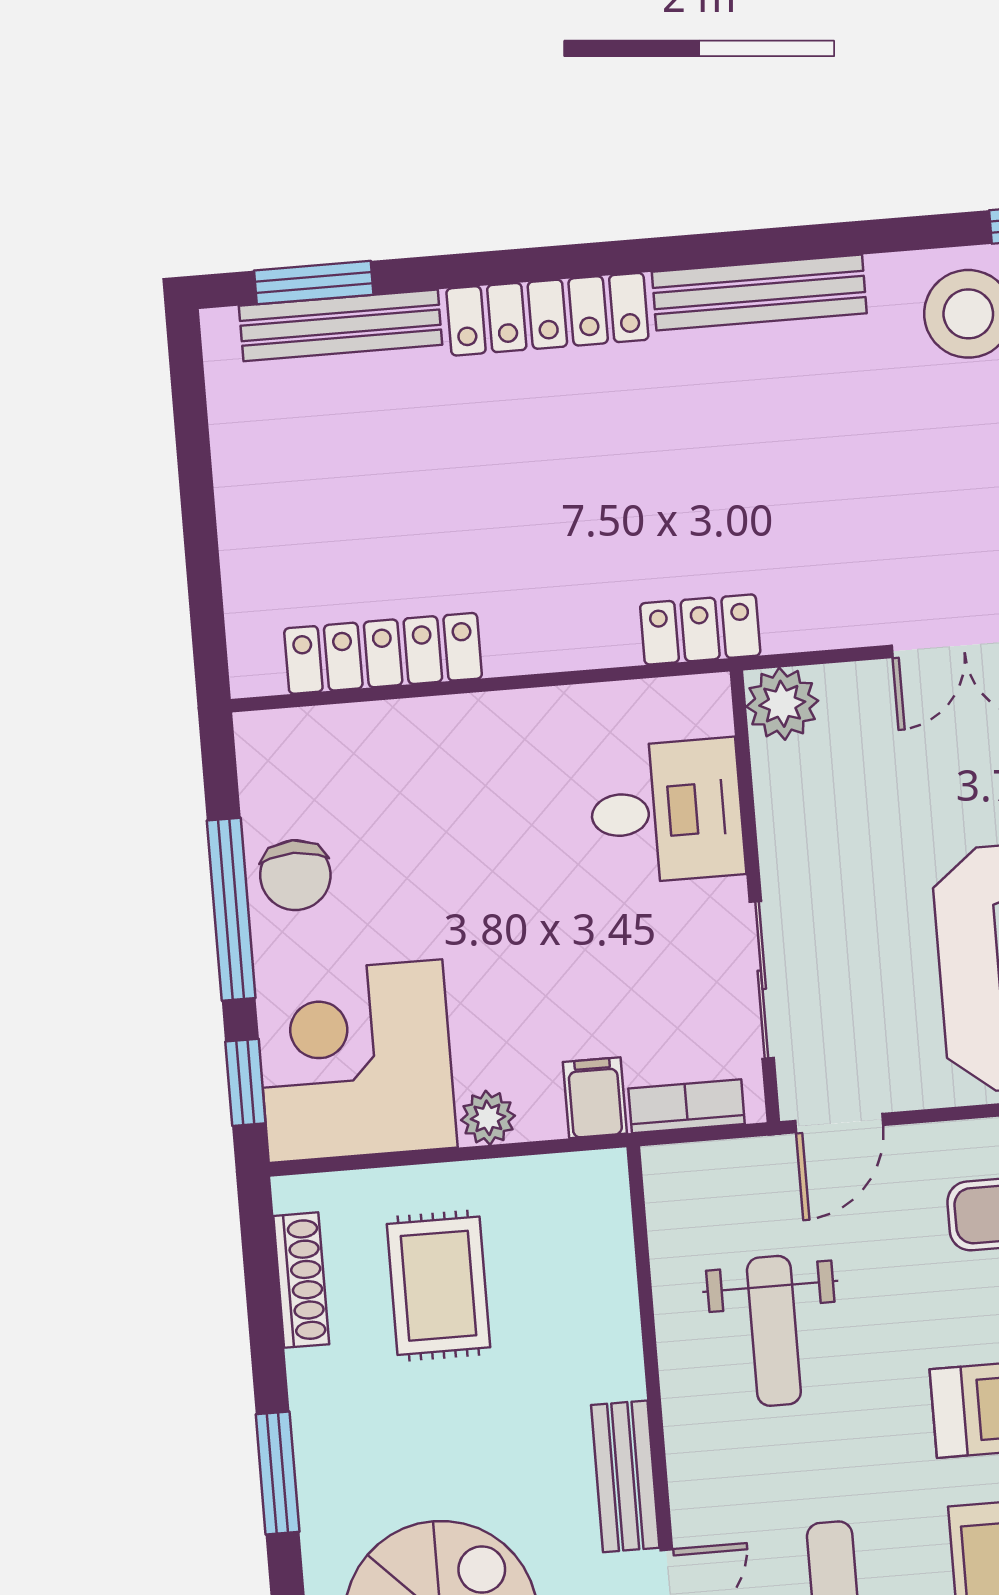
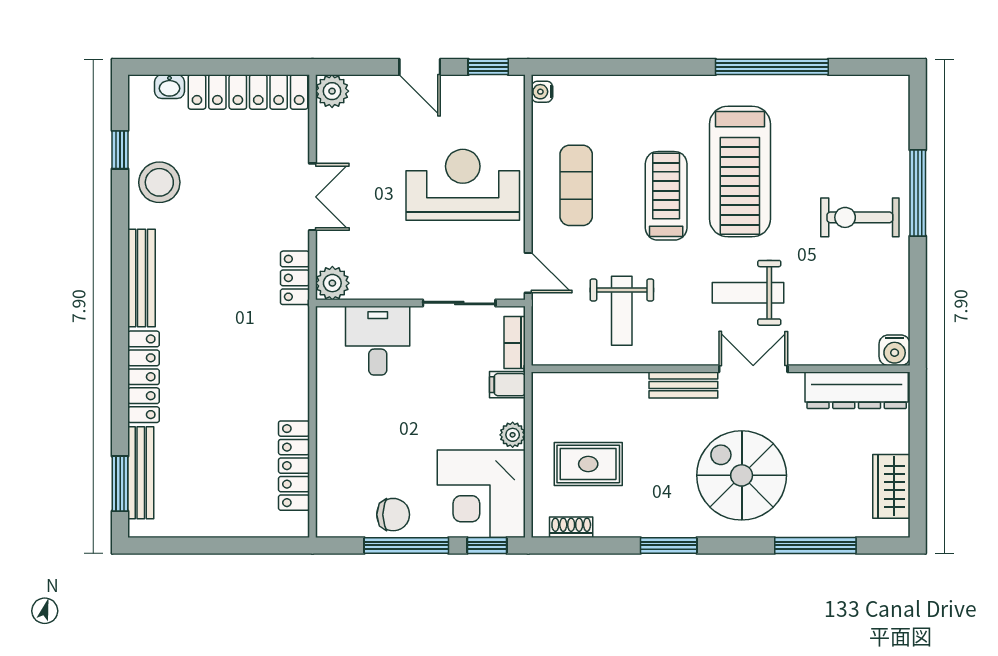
locker: (700, 629) -> (295, 278), moved
shoe rack: (301, 1280) -> (571, 527), width x0.70
weight bench: (774, 1331) -> (622, 311), turned 90

